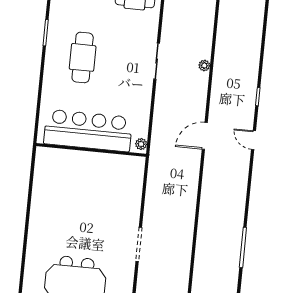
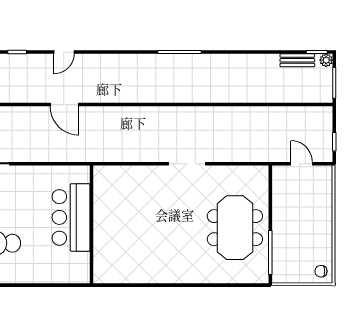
bar counter: (88, 131) -> (71, 217), width x0.73
plant: (141, 144) -> (80, 172), removed

